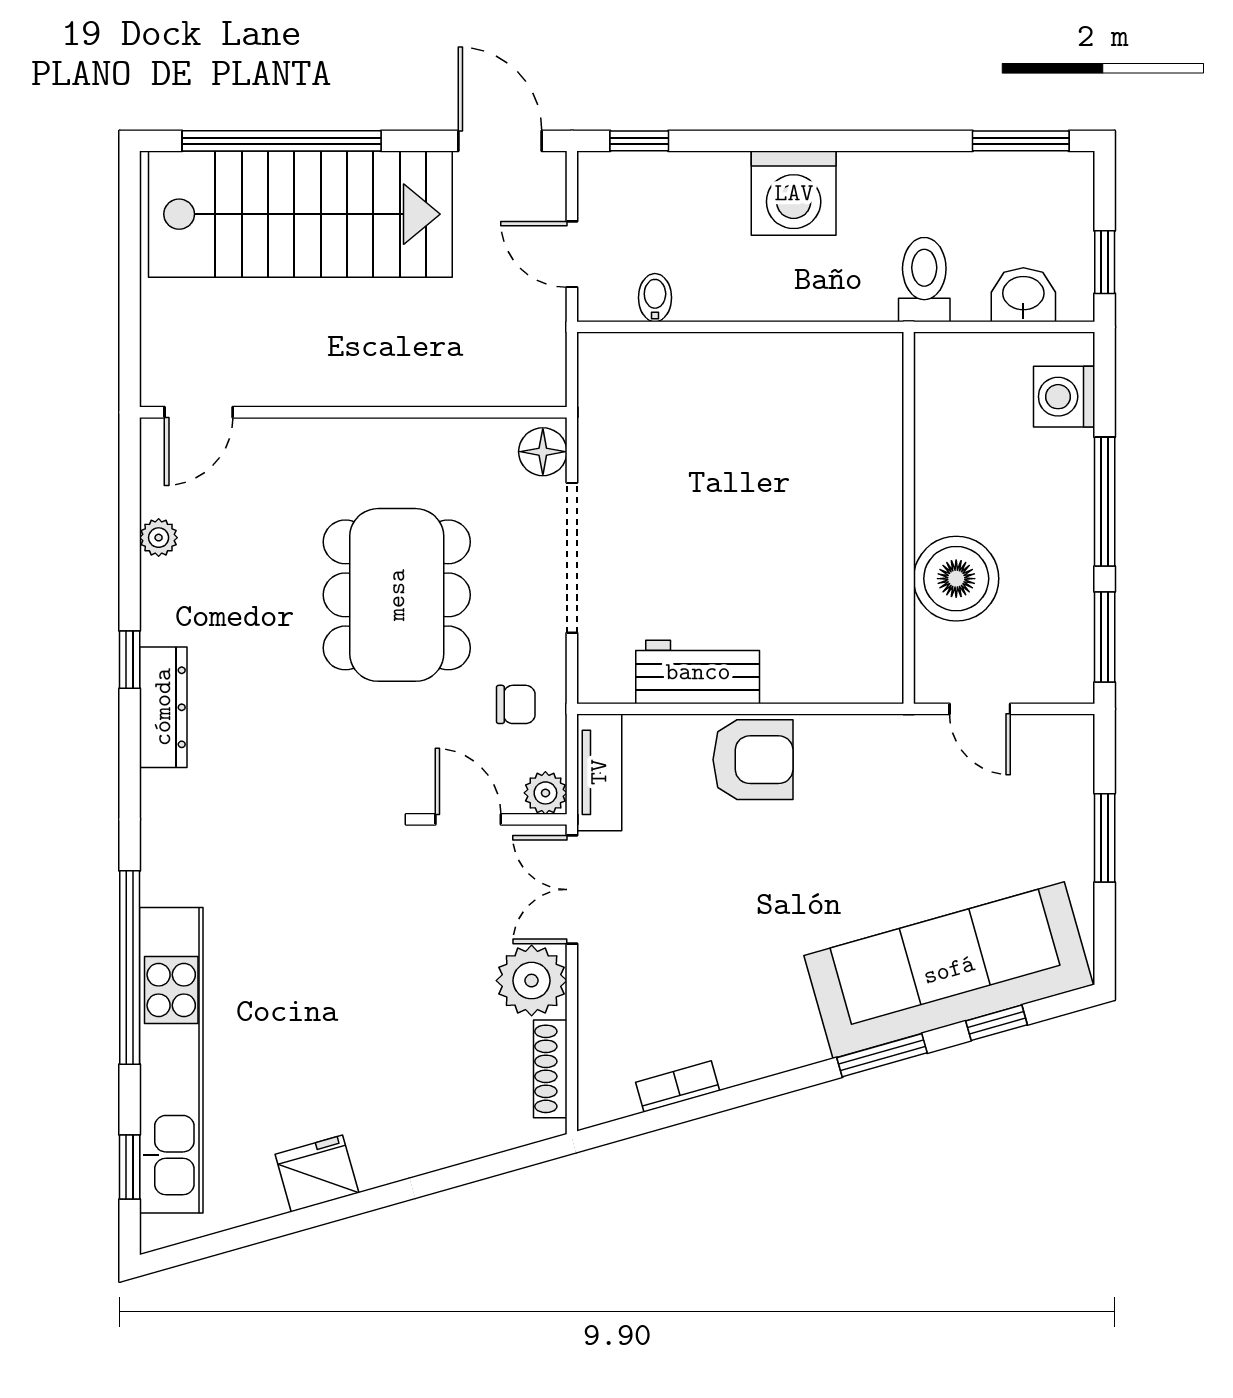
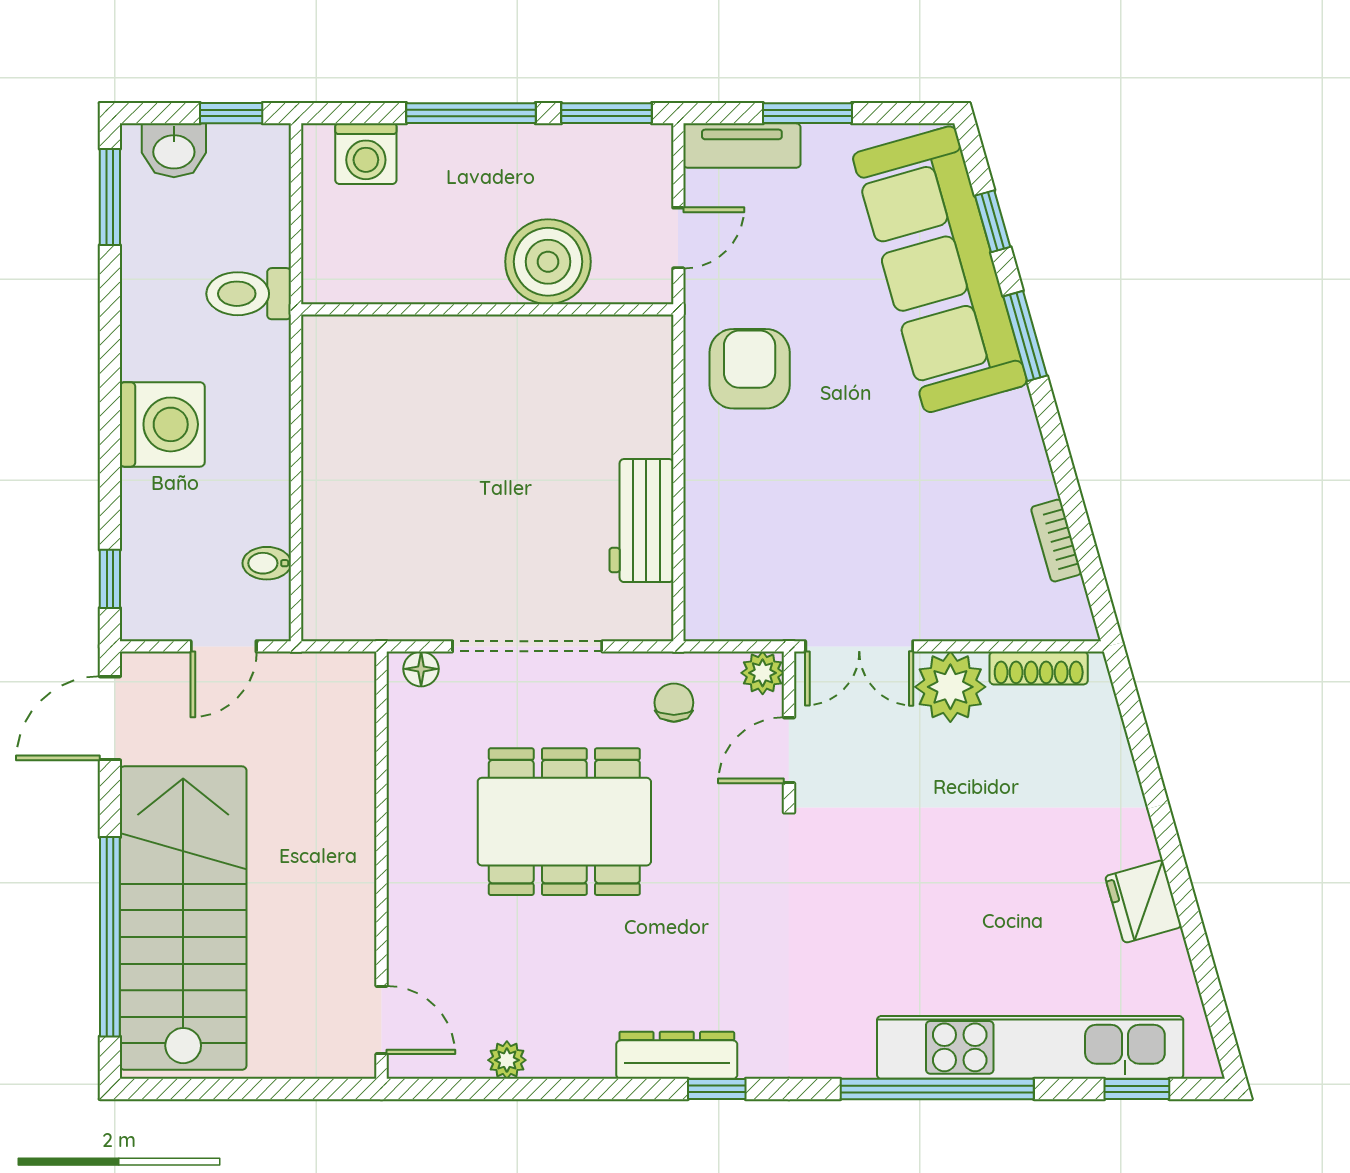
washbasin: (1023, 295) -> (174, 150), moved, turned -90
floor lamp: (543, 452) -> (421, 669), width x0.73, depth x0.73
window: (130, 660) -> (717, 1089), moved
armchair: (753, 760) -> (750, 369), moved
tv unit: (599, 772) -> (742, 146), moved, turned 180

